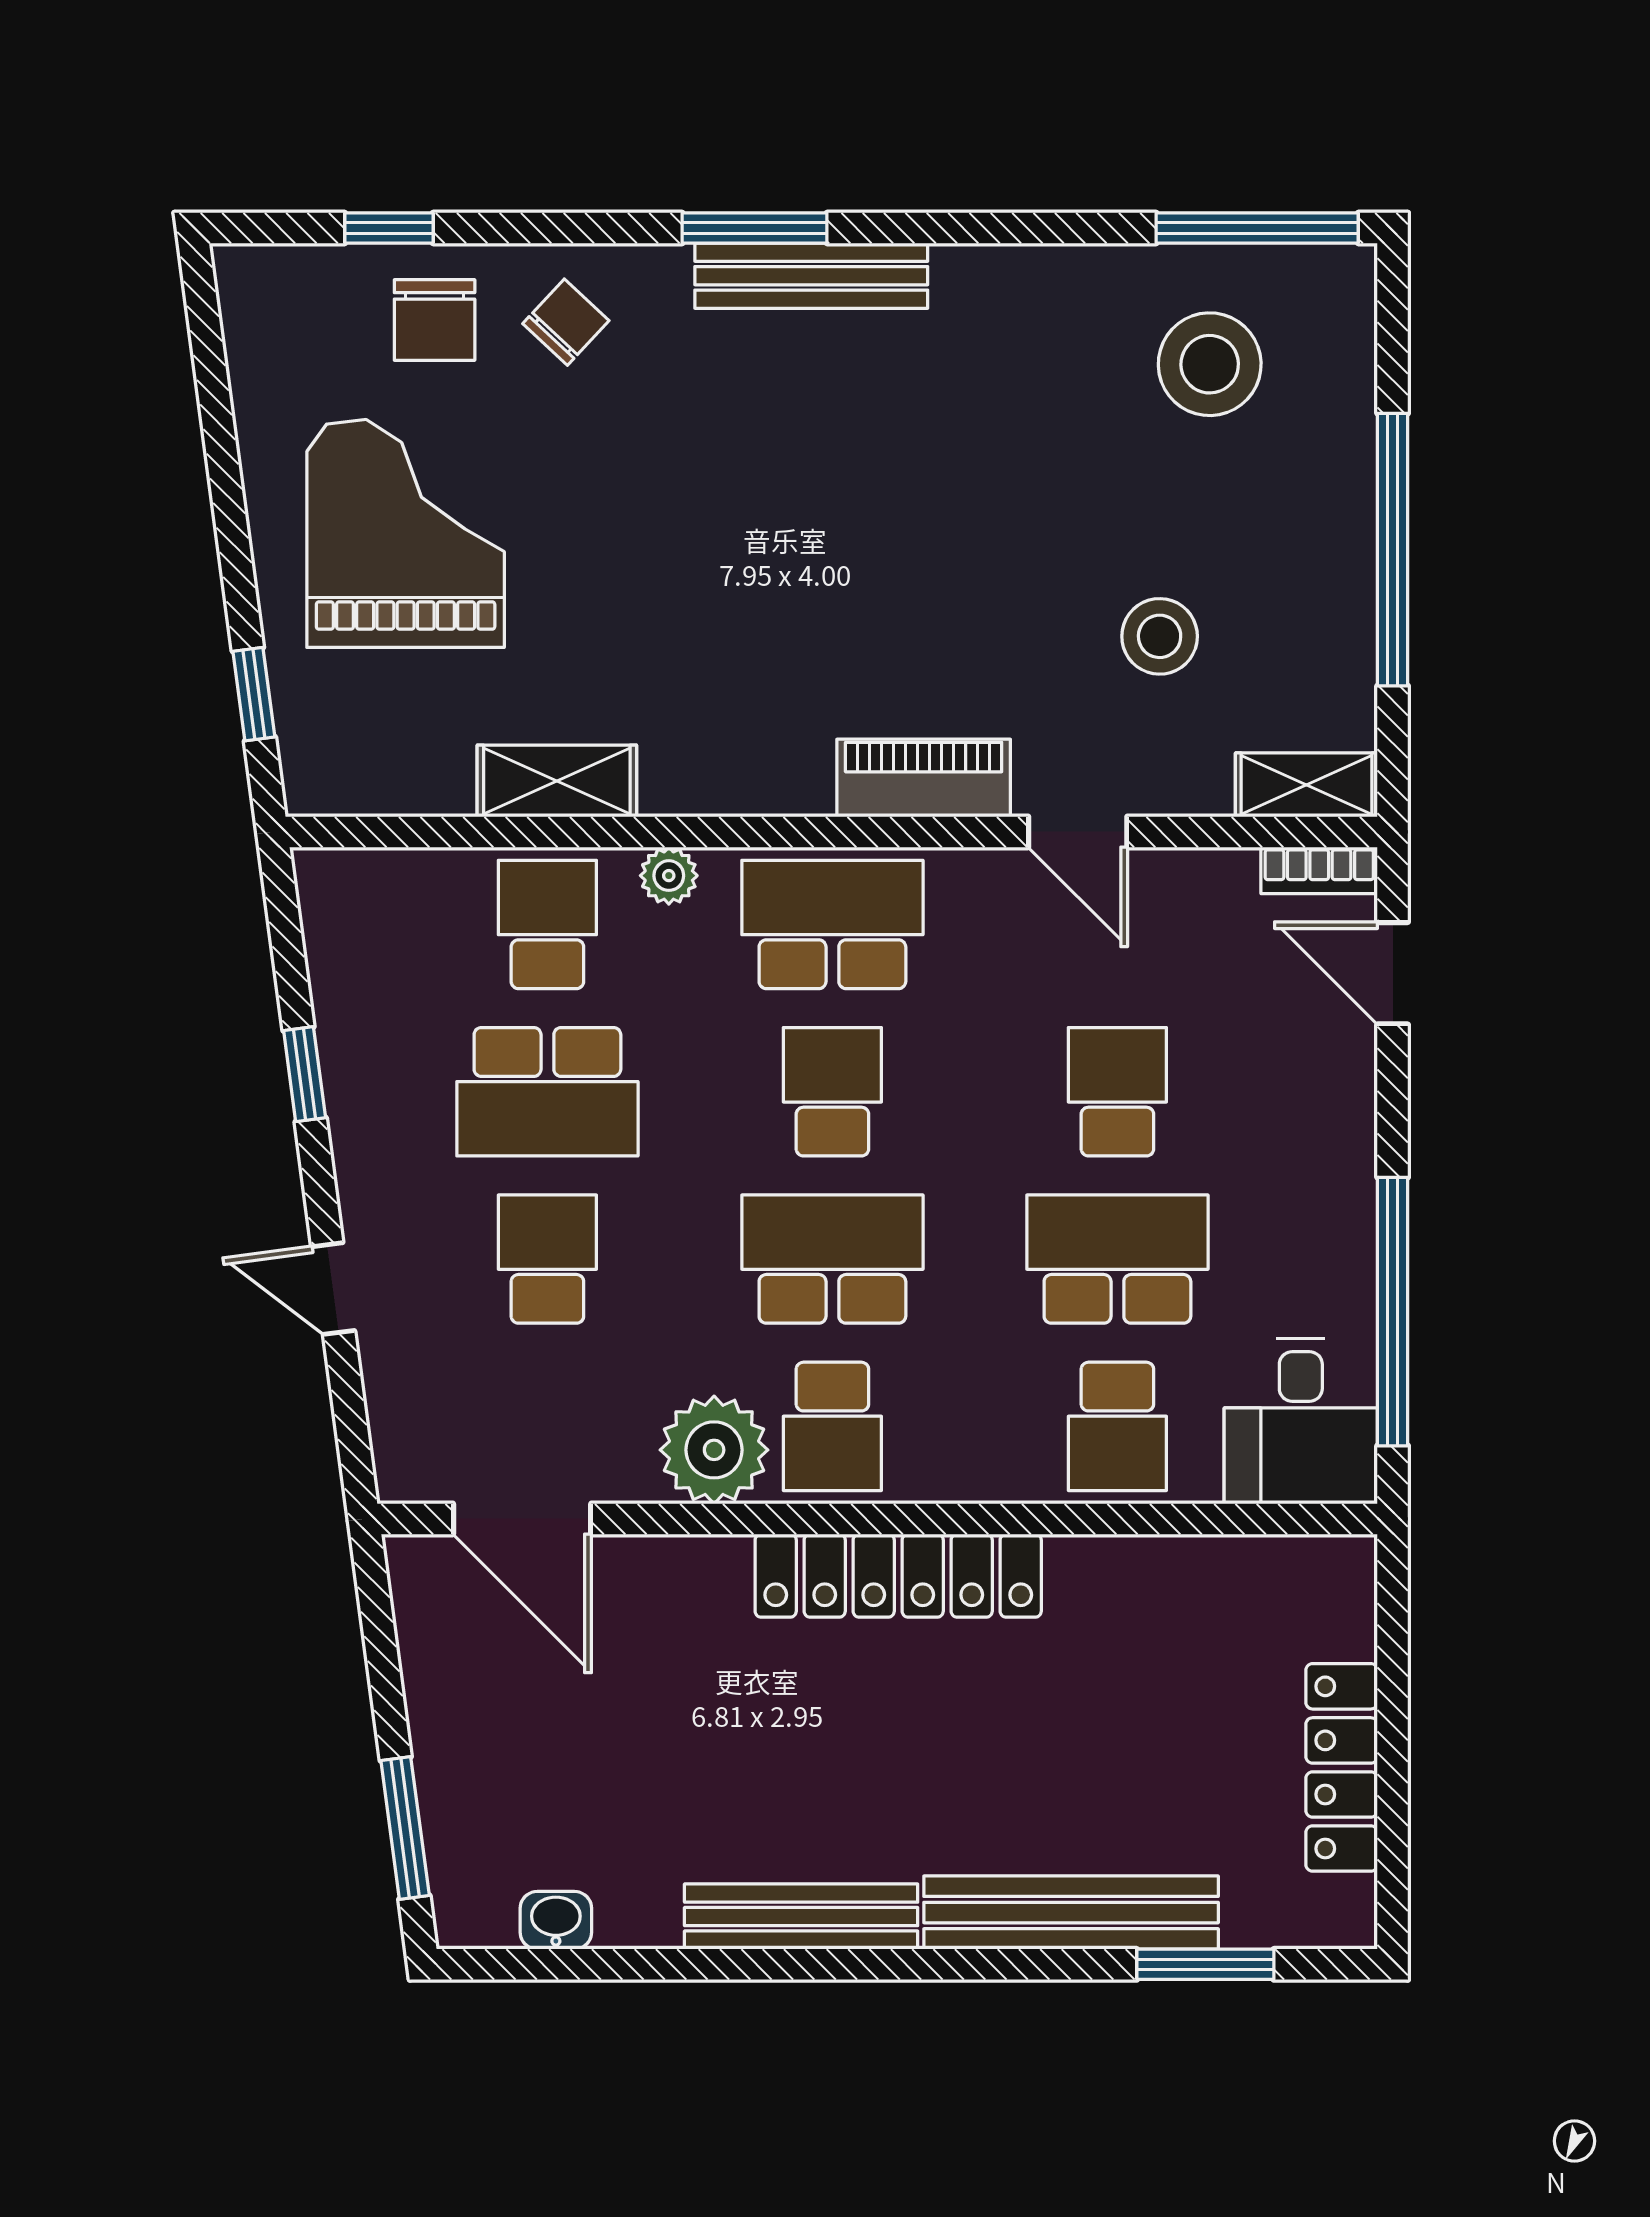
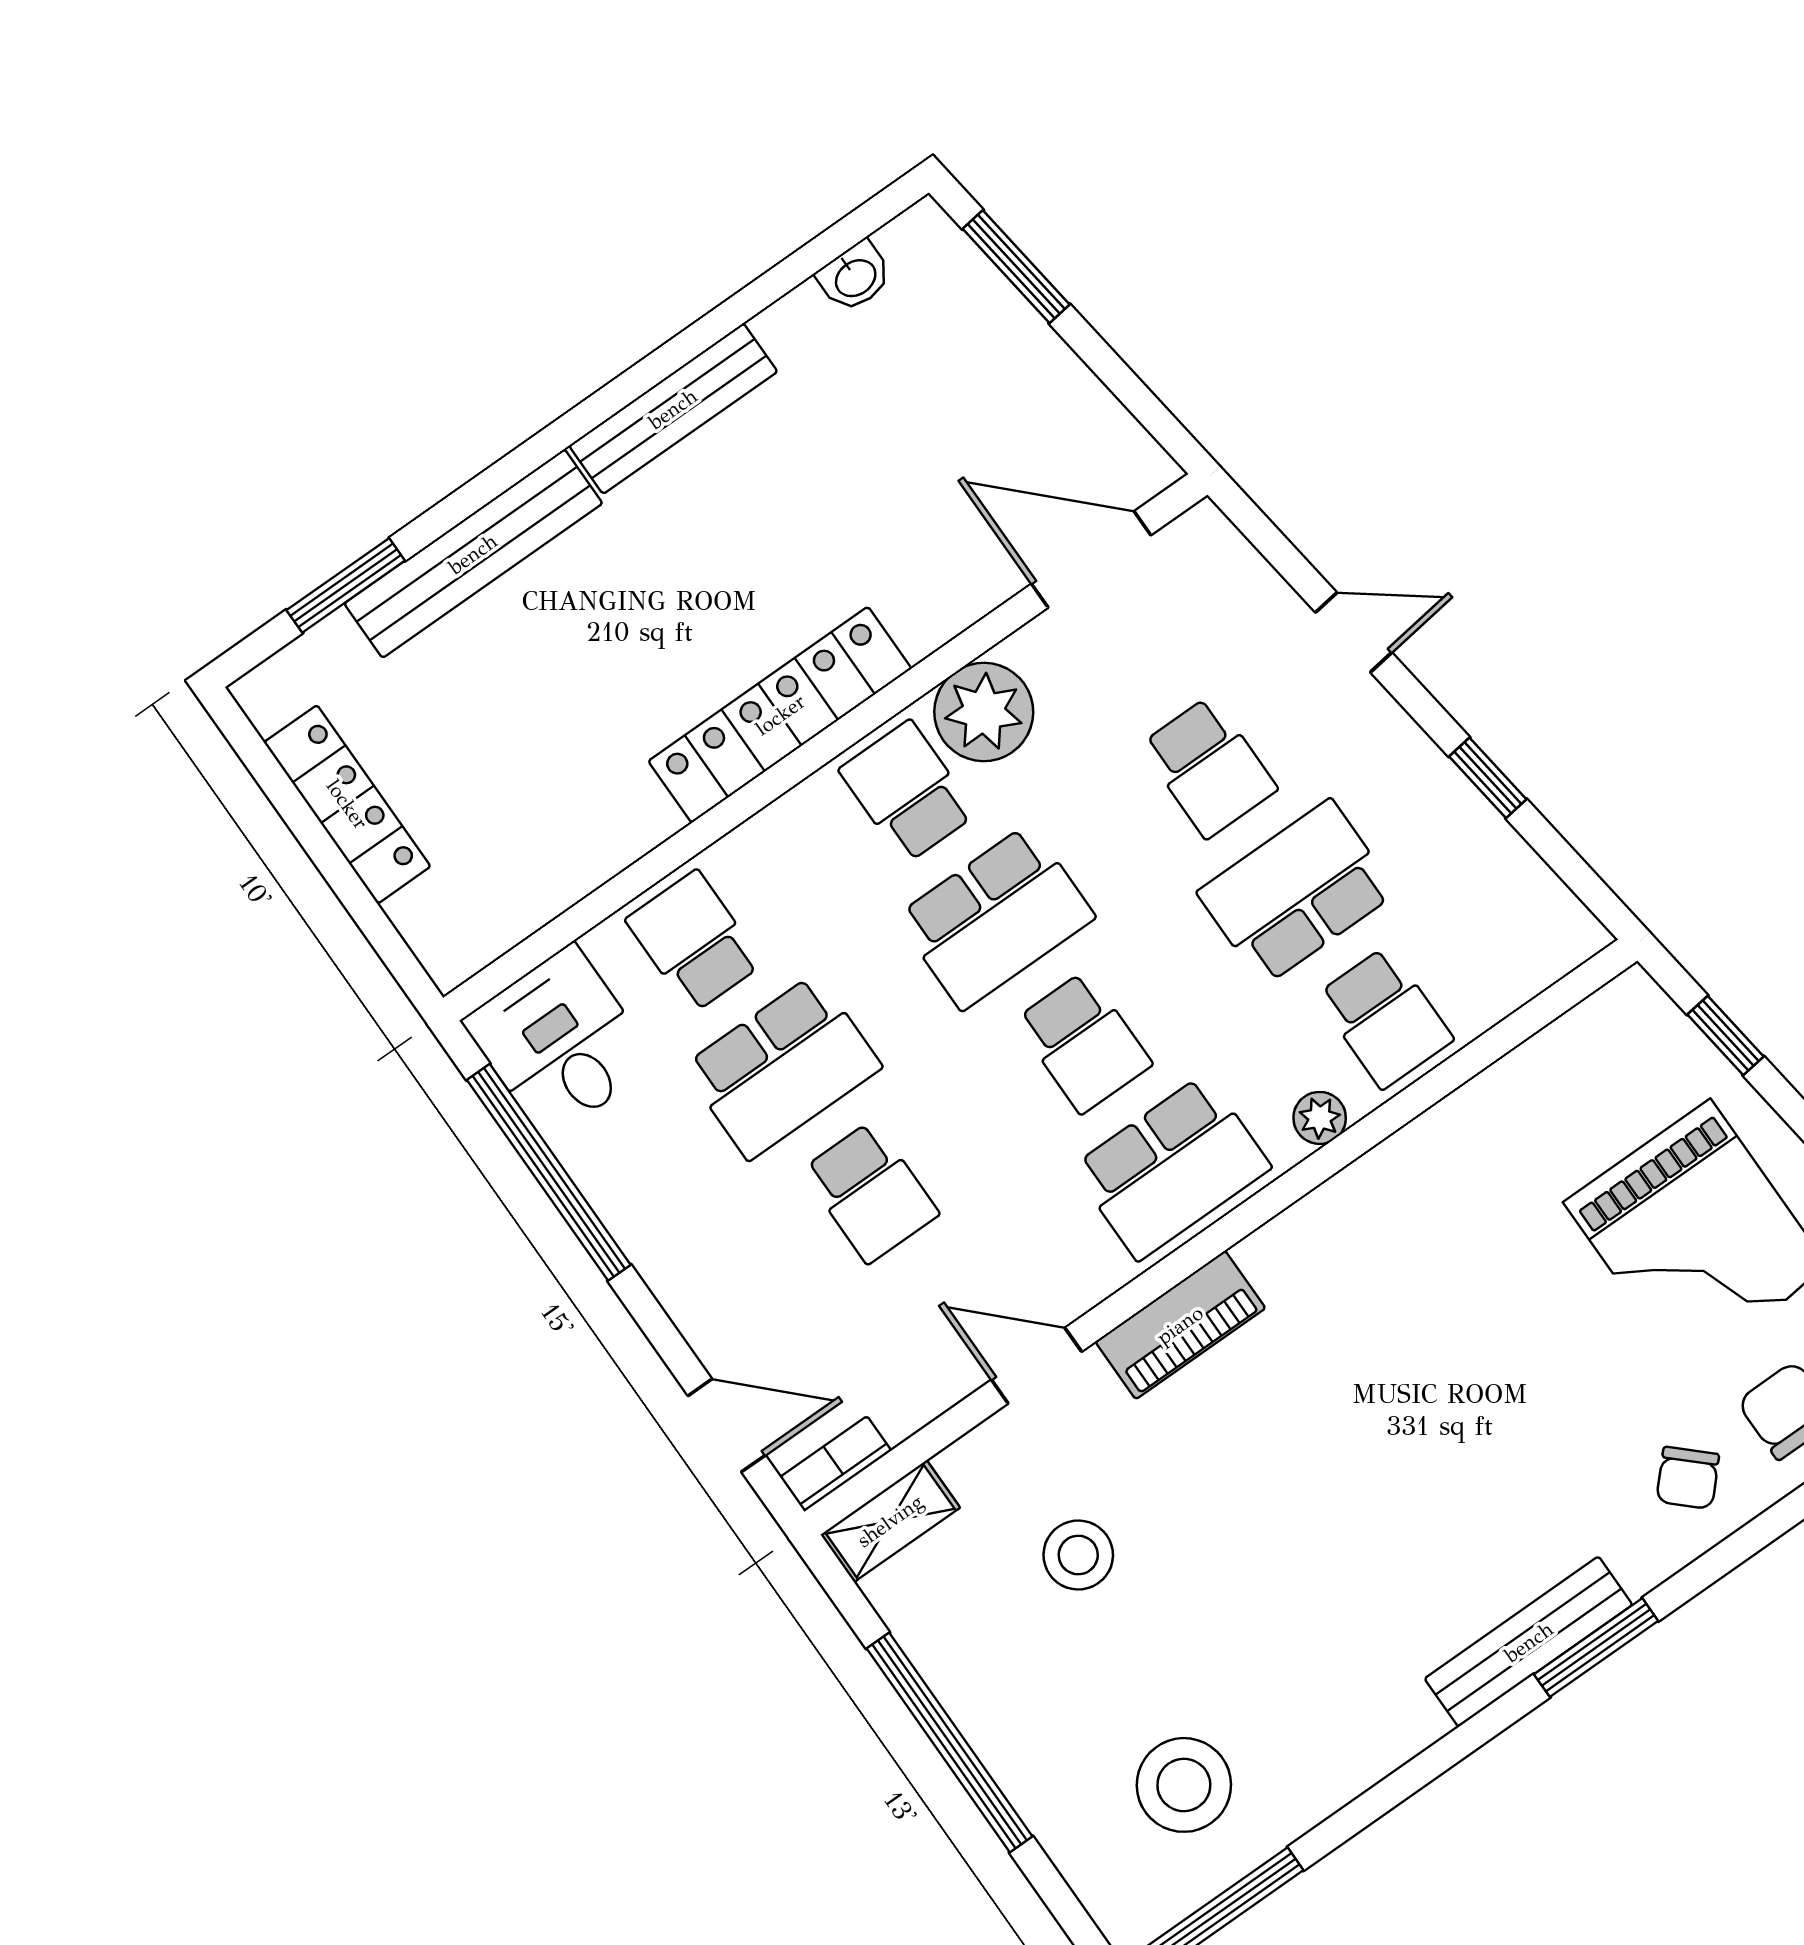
shelving: (557, 781) -> (1453, 1130), removed

